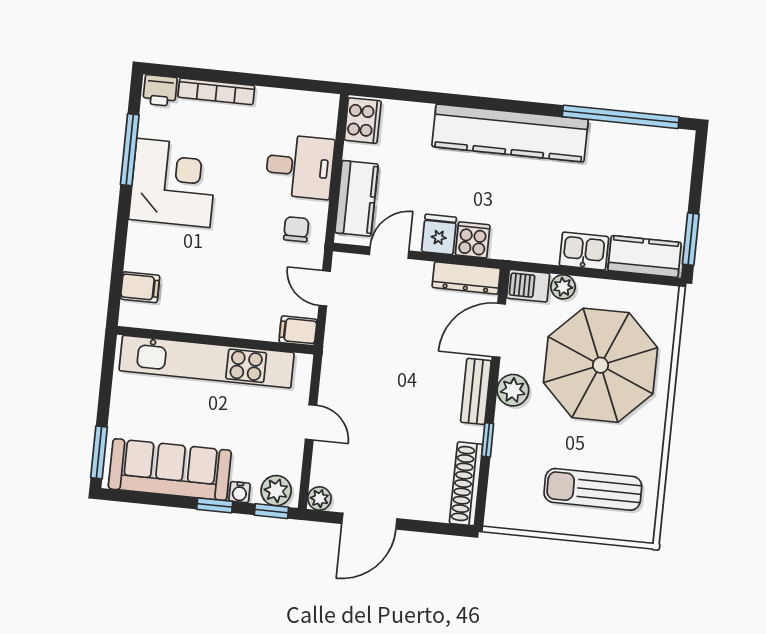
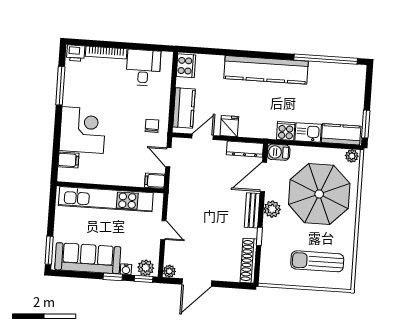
desk: (300, 167) -> (143, 68), moved, turned -90
corner desk: (173, 183) -> (83, 130), moved
cooker: (473, 240) -> (286, 131), moved
plant: (563, 287) -> (352, 156), moved

